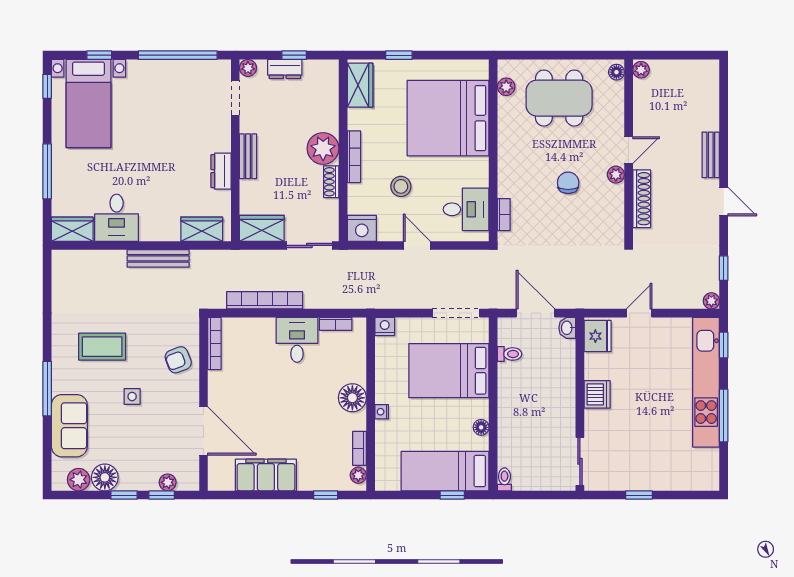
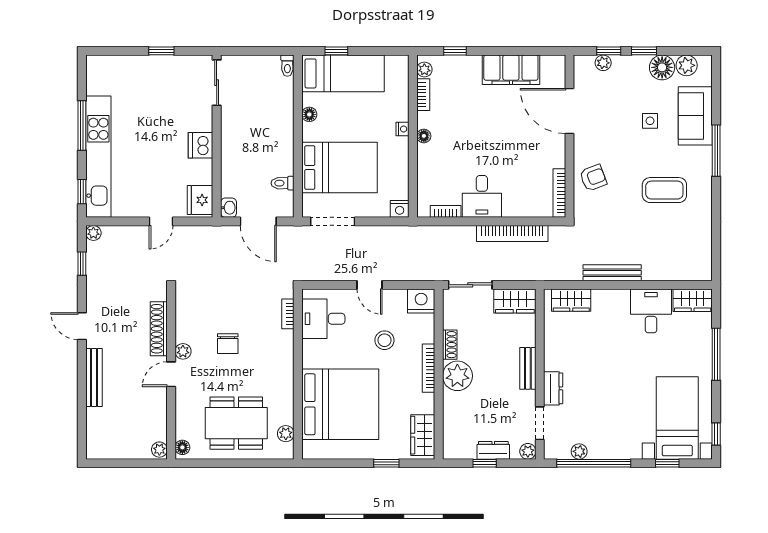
plant: (193, 68) -> (579, 451), added
bench: (711, 155) -> (94, 378), width x1.36
dresser: (221, 171) -> (553, 388), moved
side table: (132, 396) -> (650, 121), moved
floor lamp: (352, 398) -> (424, 136), width x0.53, depth x0.53

